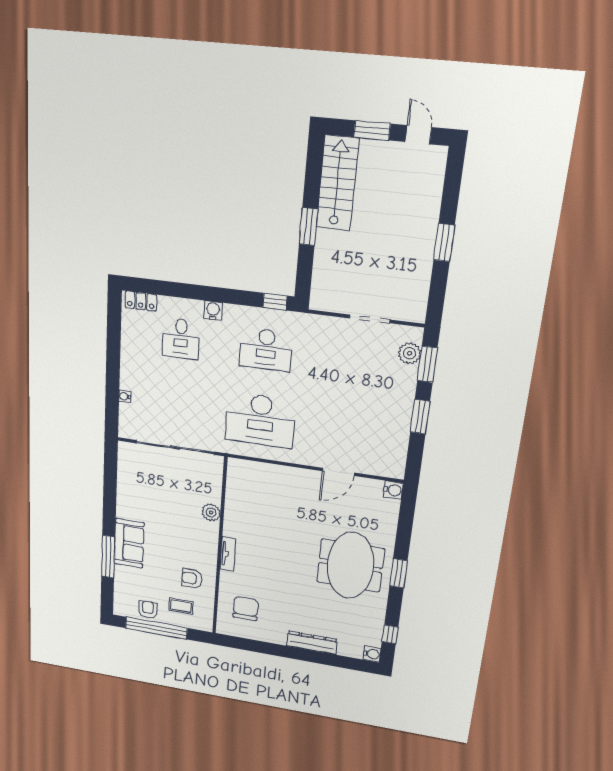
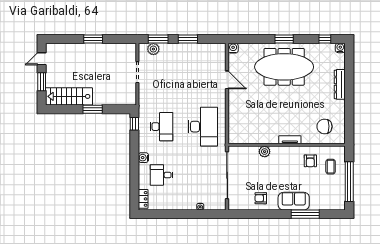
desk: (181, 338) -> (162, 175), turned 180
meeting table: (350, 565) -> (284, 67), width x1.36
armchair: (148, 610) -> (261, 198), moved

